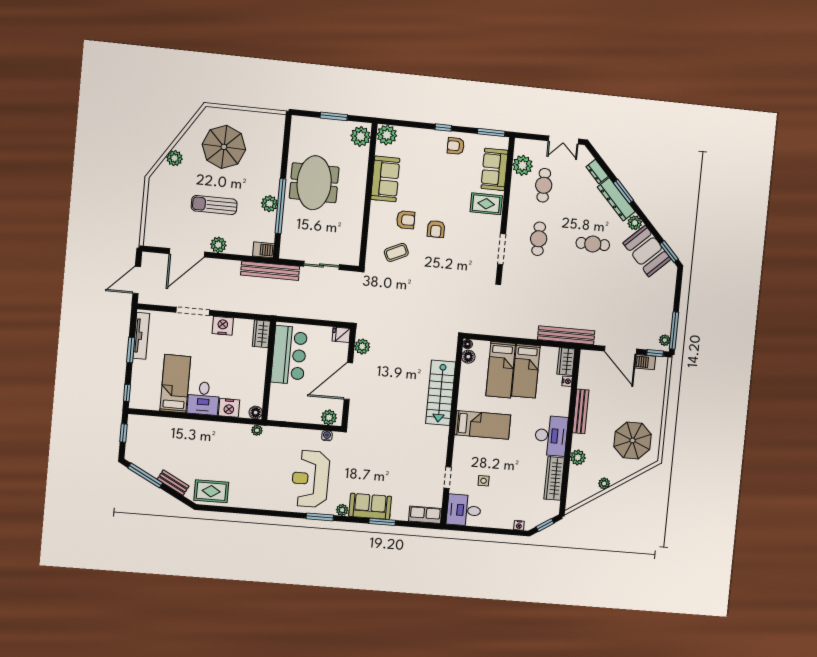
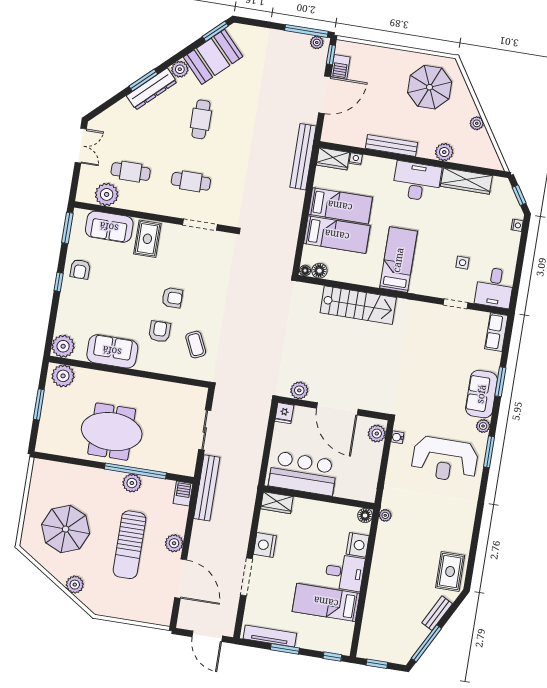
dresser: (597, 171) -> (119, 109), removed
sun lounger: (214, 205) -> (129, 545), width x1.36, depth x1.34

